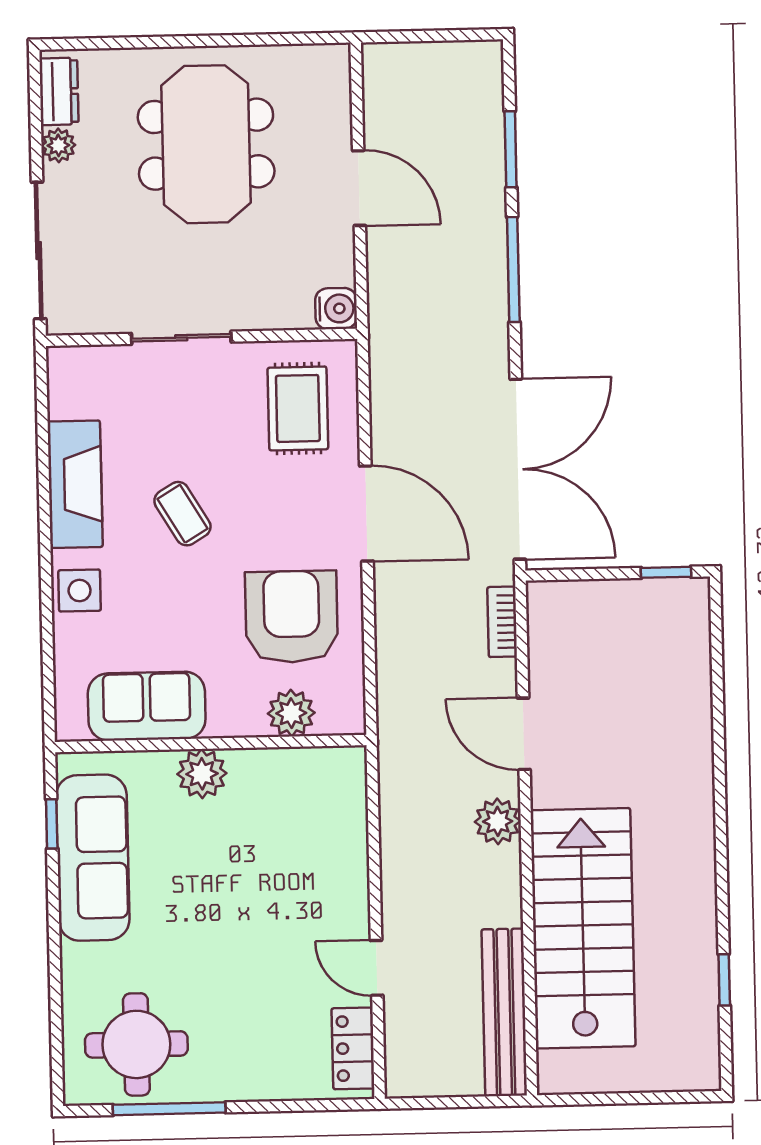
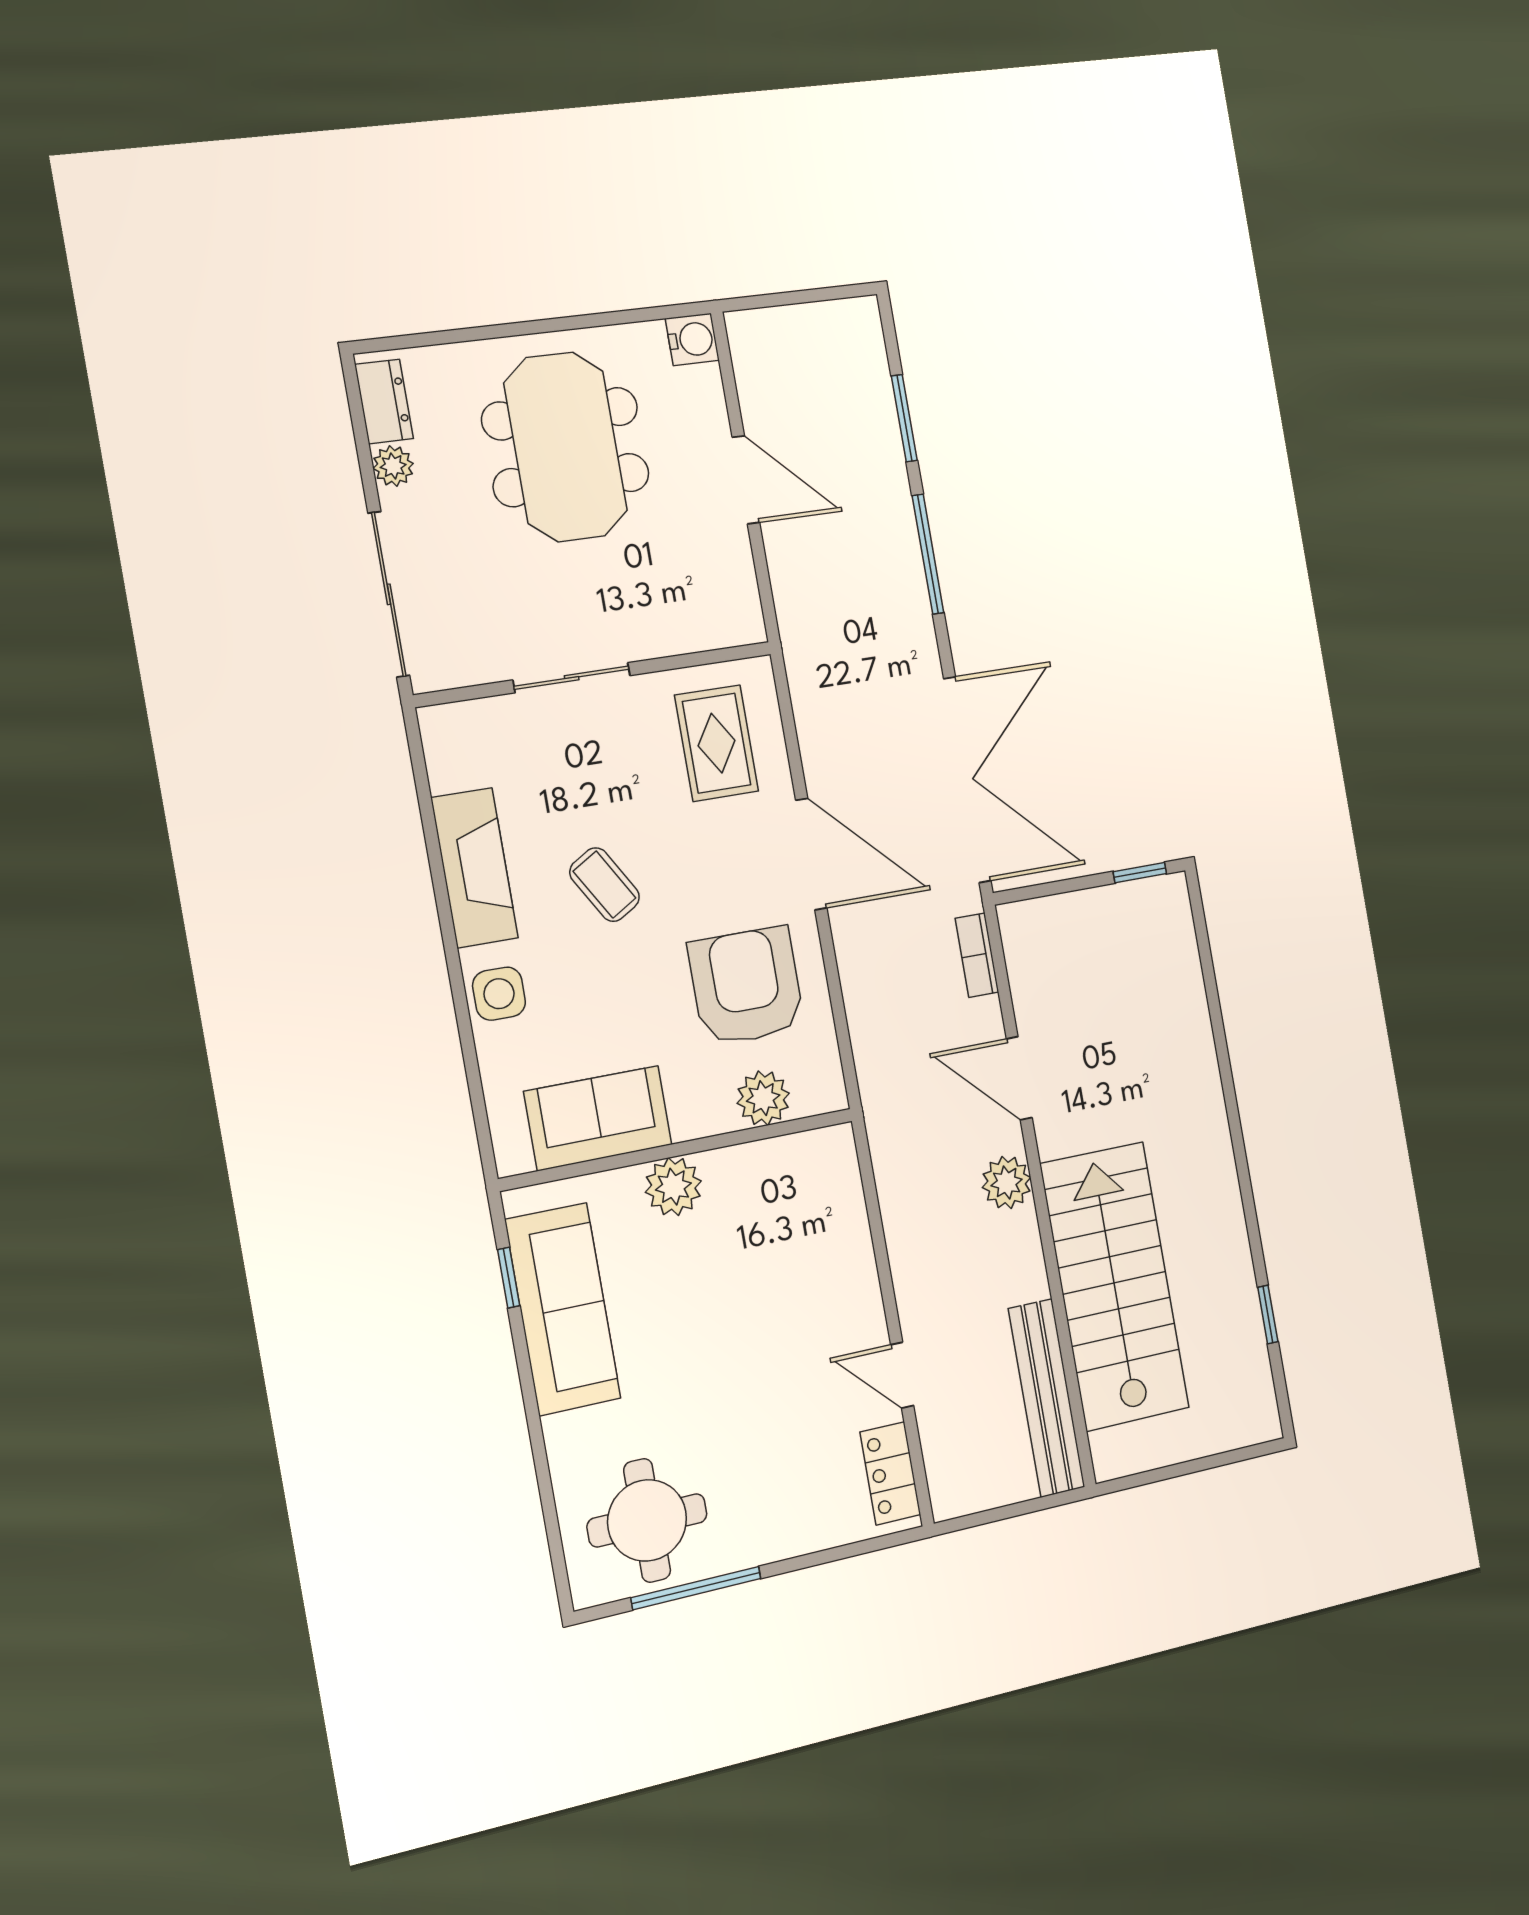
water cooler: (336, 309) -> (692, 339), moved

